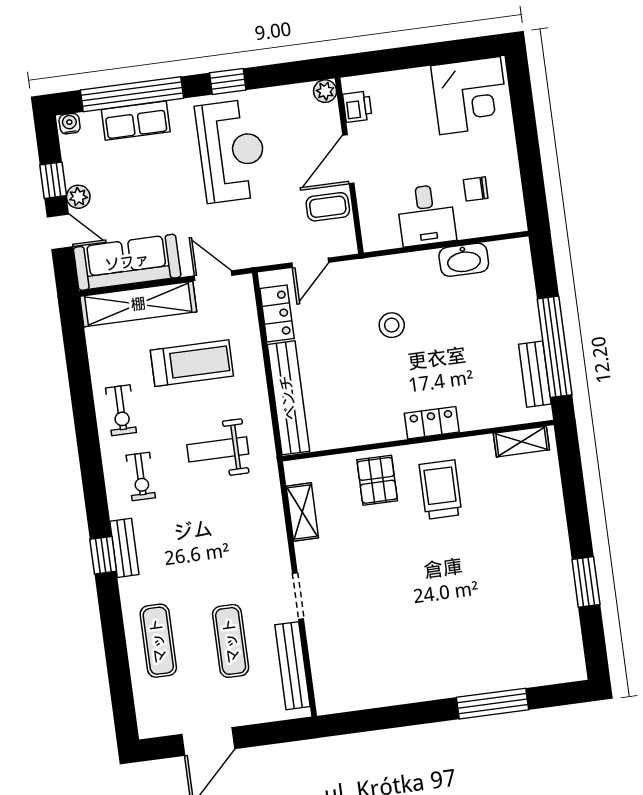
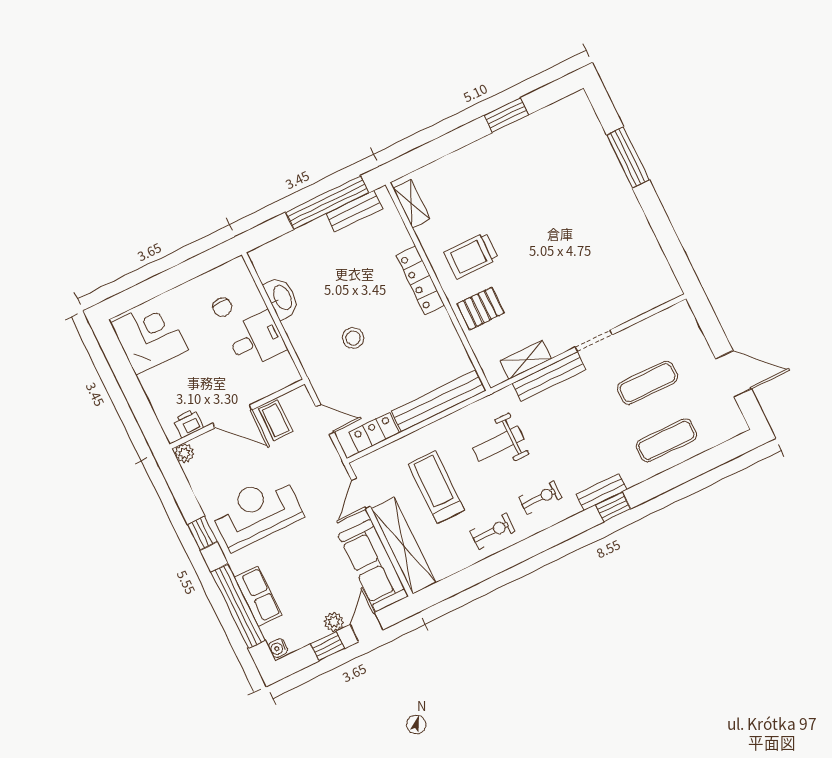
locker: (432, 423) -> (420, 280), width x1.53
weight bench: (218, 449) -> (498, 444), turned 90
bench: (292, 666) -> (549, 376), moved

